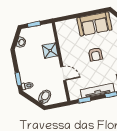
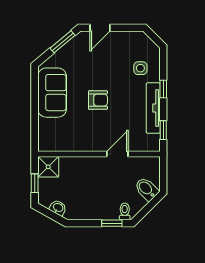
shower: (50, 51) -> (48, 167), moved

